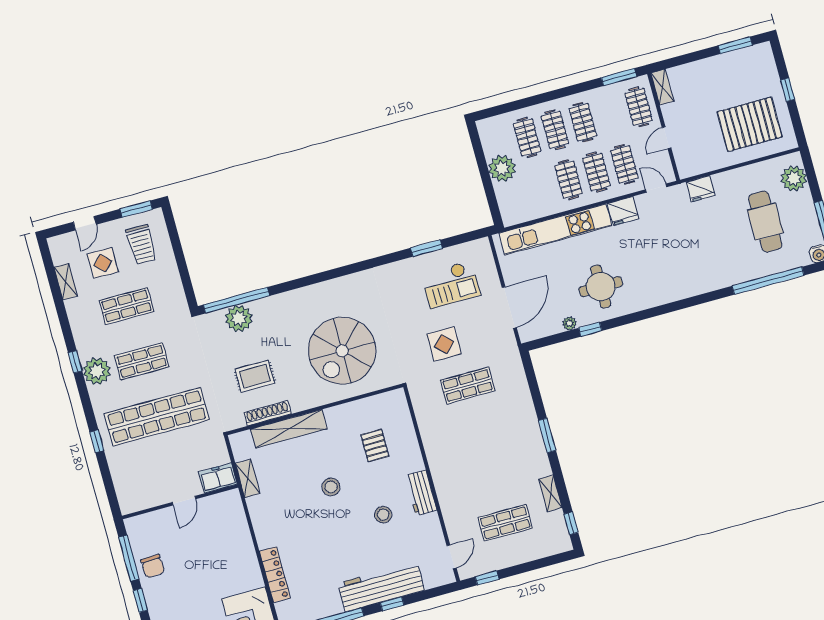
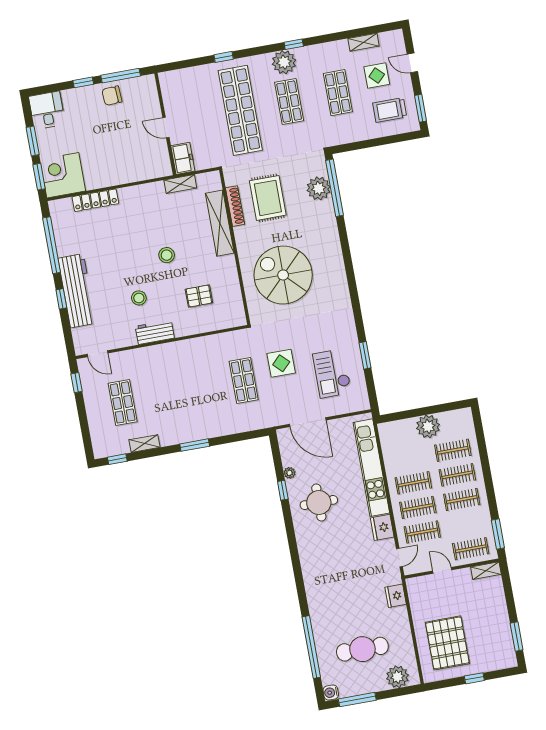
rug: (255, 376) -> (268, 198), width x1.36, depth x1.43

